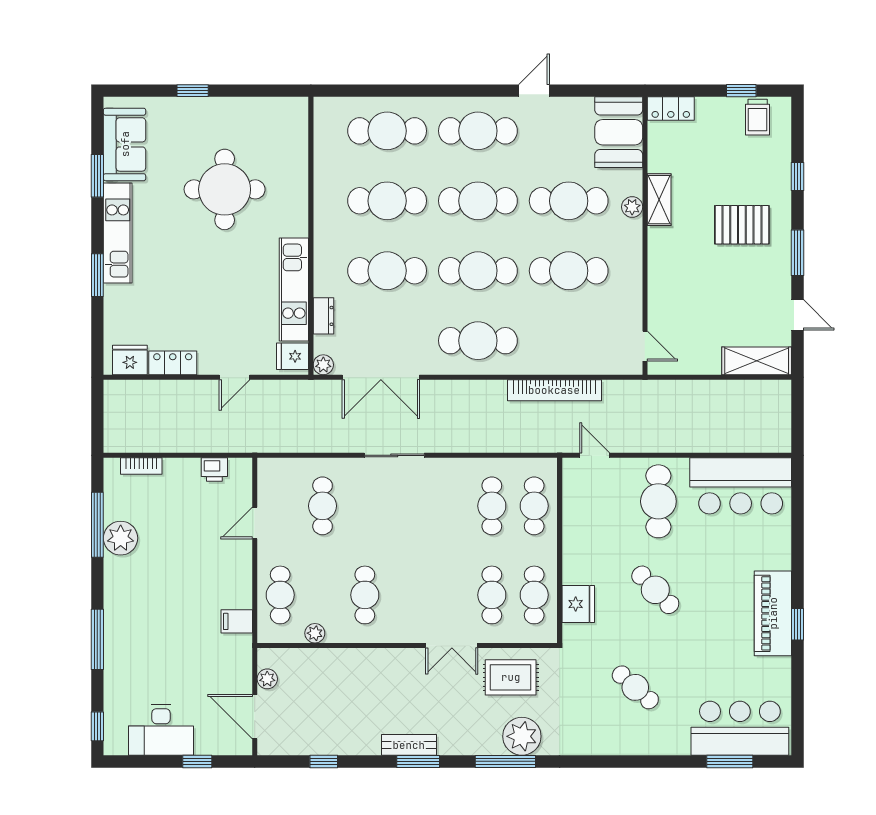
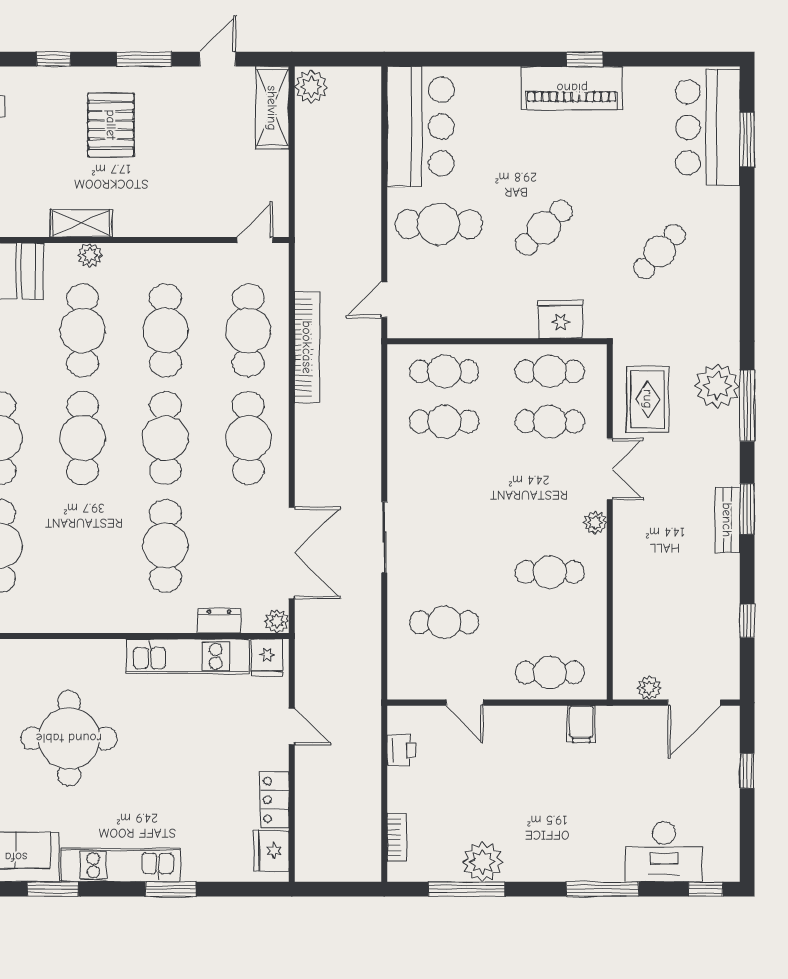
cafe table: (387, 201) -> (248, 330), moved
plant: (774, 394) -> (311, 87), added
plant: (315, 633) -> (595, 522), moved
desk: (161, 730) -> (664, 852), moved, turned 90

